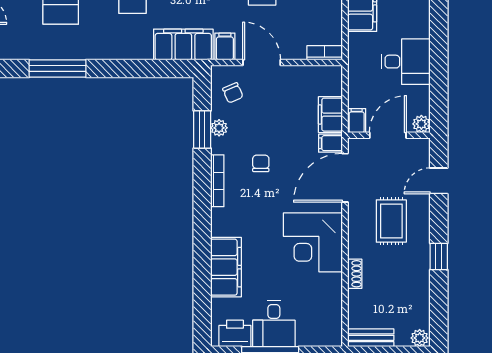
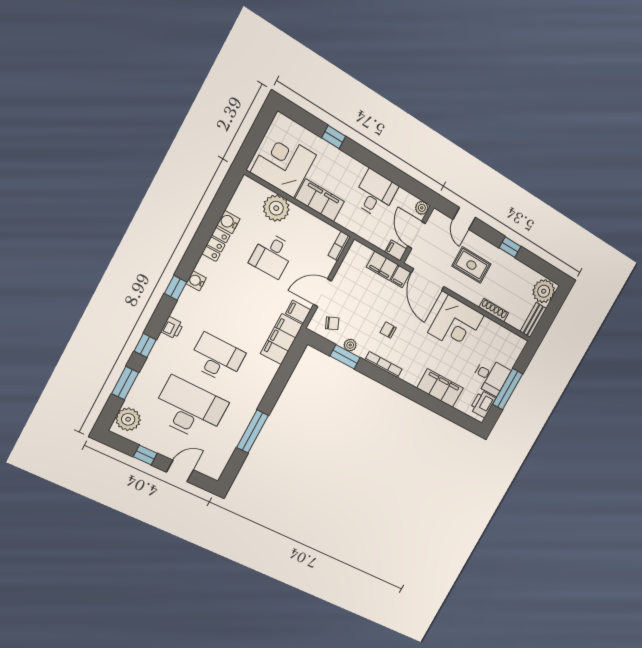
shoe rack: (355, 274) -> (494, 310), width x1.43
plant: (420, 338) -> (544, 291), width x1.87, depth x1.87

